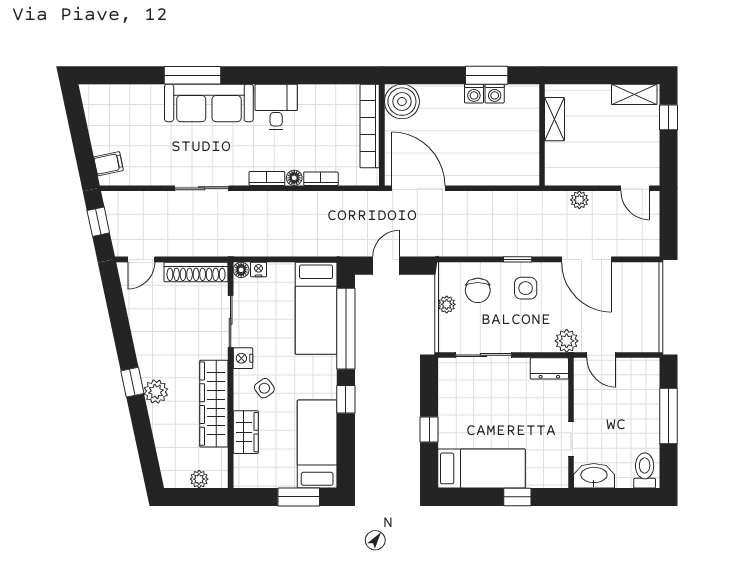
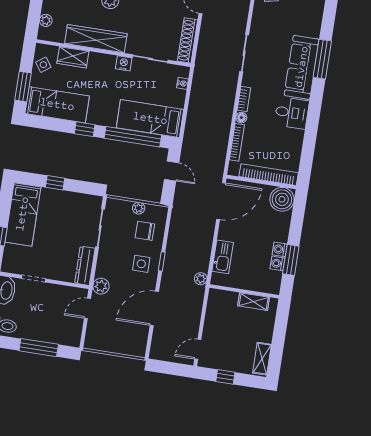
window: (668, 117) -> (225, 377), moved
kitchen sink: (498, 173) -> (223, 257), added
bookcase: (321, 179) -> (237, 142), width x1.56
plant: (579, 200) -> (201, 279), moved
floor lamp: (241, 270) -> (184, 71), removed
dresser: (549, 368) -> (85, 266), width x1.44
side table: (264, 388) -> (43, 65), moved

